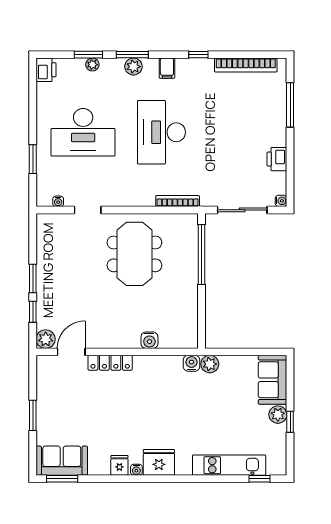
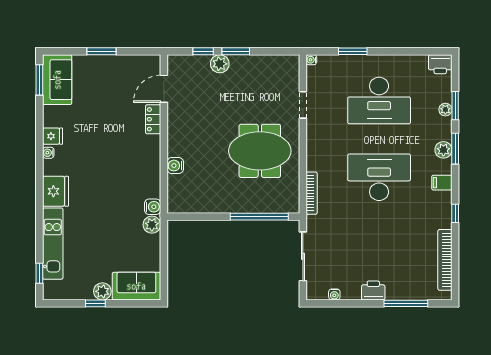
desk: (83, 132) -> (379, 101), turned -90
printer: (277, 159) -> (373, 290), moved
water cooler: (58, 201) -> (311, 60), moved
water cooler: (281, 201) -> (334, 294), moved
plant: (46, 339) -> (220, 64), moved
door: (71, 352) -> (164, 89), swing flipped
locker: (110, 363) -> (153, 119), width x0.66
fridge: (159, 462) -> (56, 191), moved

